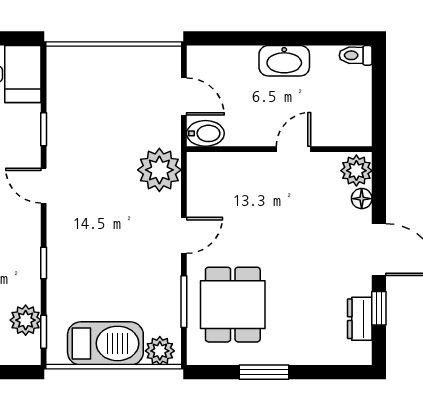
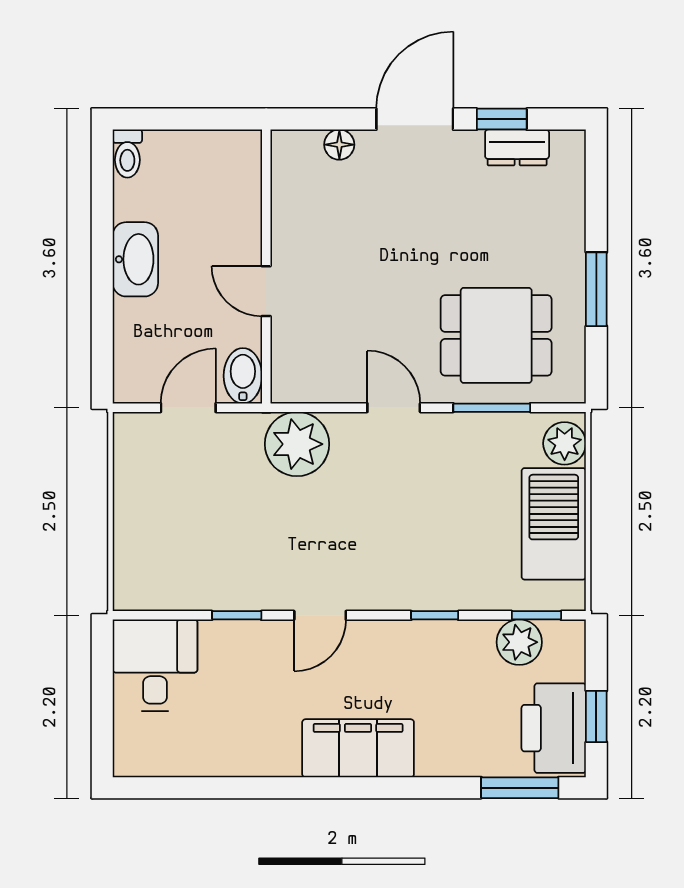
door: (293, 149) -> (266, 291), moved
plant: (356, 171) -> (298, 153), removed

